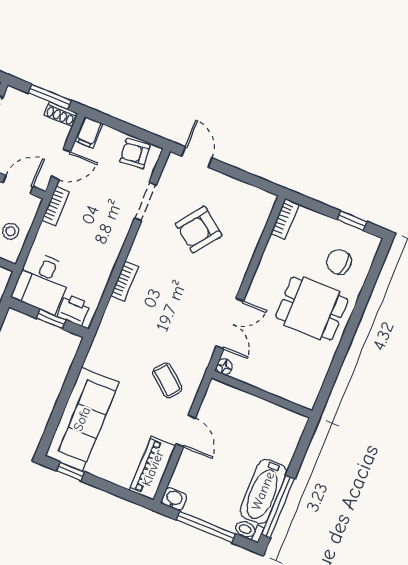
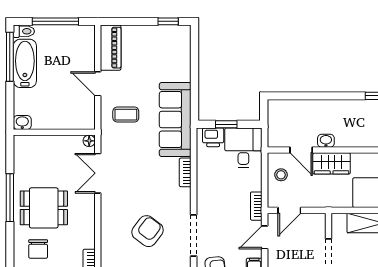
doorway: (145, 202) -> (194, 235), width x1.38
chair: (339, 262) -> (38, 249), turned 84
window: (347, 338) -> (10, 198), added
coffee table: (167, 380) -> (126, 115), turned -39
sofa: (82, 419) -> (175, 119), moved
washbasin: (174, 499) -> (22, 122), moved, turned 180

